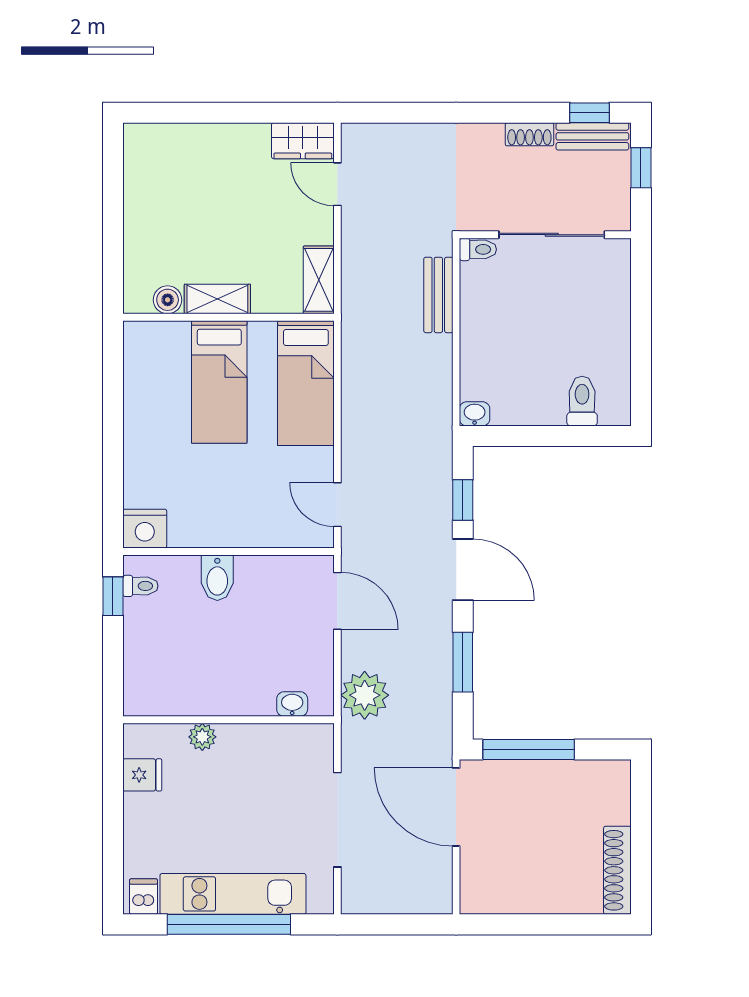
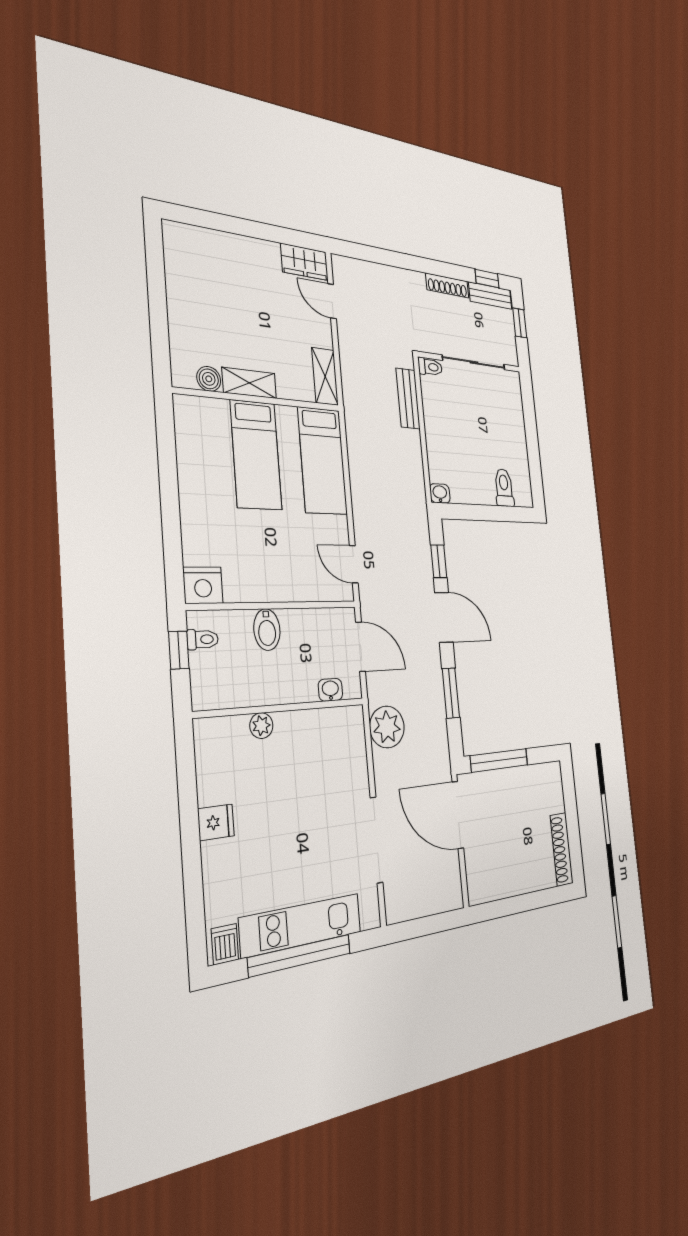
shoe rack: (529, 134) -> (447, 286), width x1.43
washbasin: (292, 704) -> (330, 690), moved
wall: (228, 720) -> (282, 708), moved
plant: (202, 737) -> (261, 726), moved

